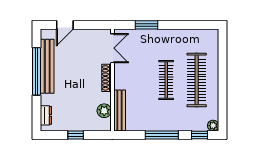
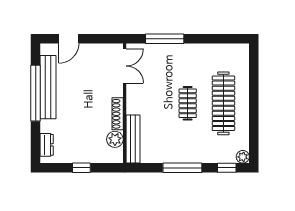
window: (147, 25) -> (165, 39), width x1.44
shoe rack: (106, 78) -> (118, 114), moved
clothes rail: (166, 80) -> (188, 103), width x0.73

